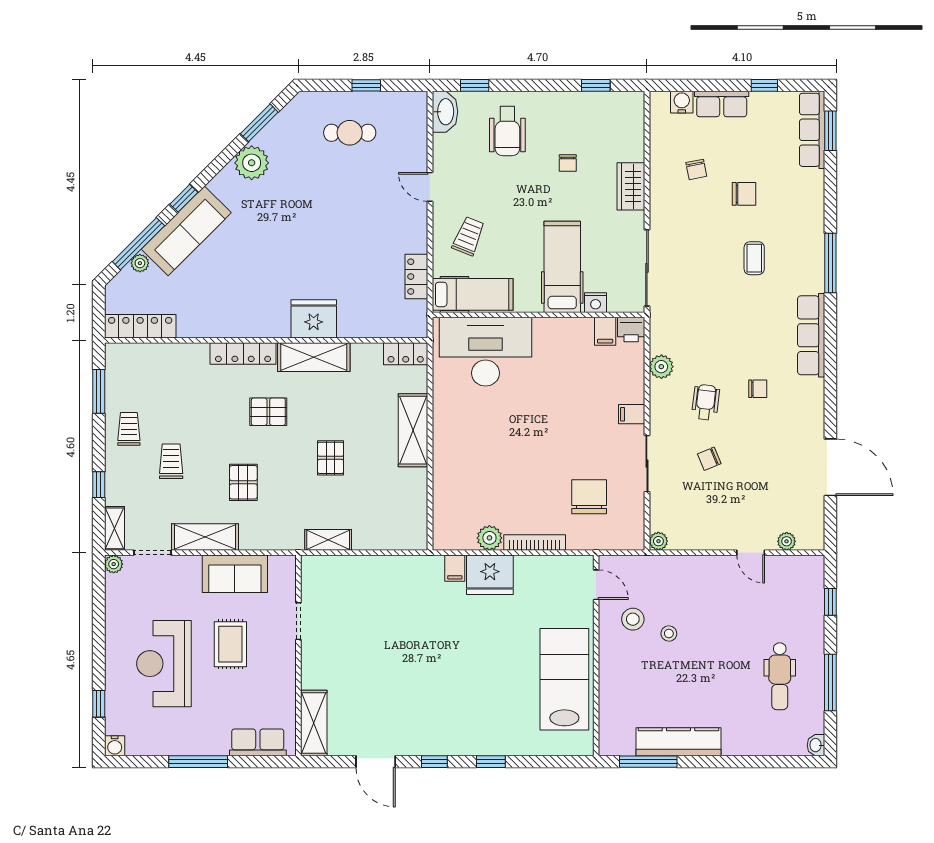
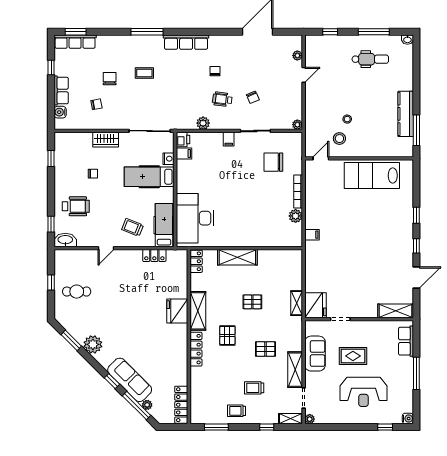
cafe table: (350, 133) -> (77, 292), turned 90
fridge: (490, 575) -> (315, 305), moved

